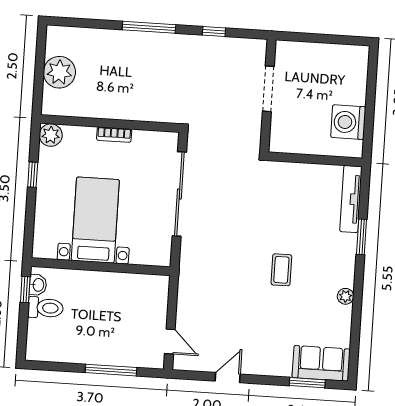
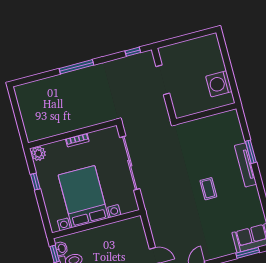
window: (214, 31) -> (133, 52), moved
plant: (59, 72) -> (31, 113), removed
tv unit: (351, 199) -> (246, 165), moved
bed with nightstands: (95, 220) -> (83, 197), width x1.36
plant: (346, 296) -> (253, 192), removed

